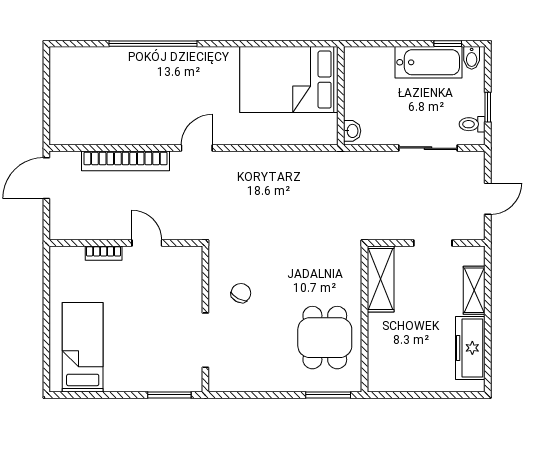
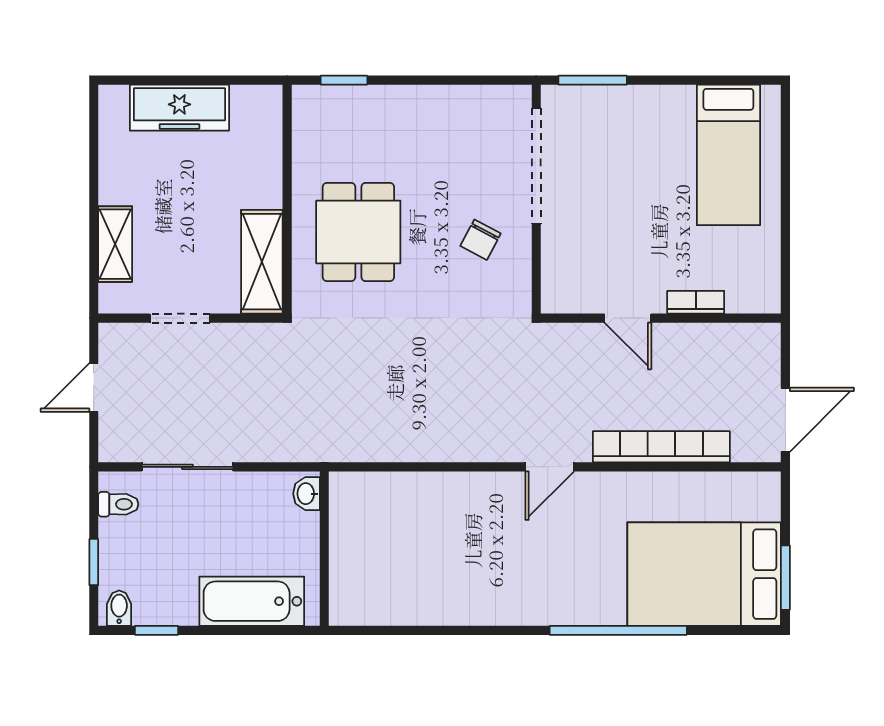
bathtub: (429, 62) -> (252, 601), moved
window: (46, 77) -> (785, 578), added
bed: (289, 80) -> (704, 574), moved, turned 180
window: (488, 107) -> (94, 562), moved
dining table: (325, 338) -> (358, 232), moved
doorway: (205, 340) -> (536, 166), width x1.36
freezer: (470, 348) -> (179, 108), moved, turned 90
window: (328, 395) -> (344, 80), width x0.67

